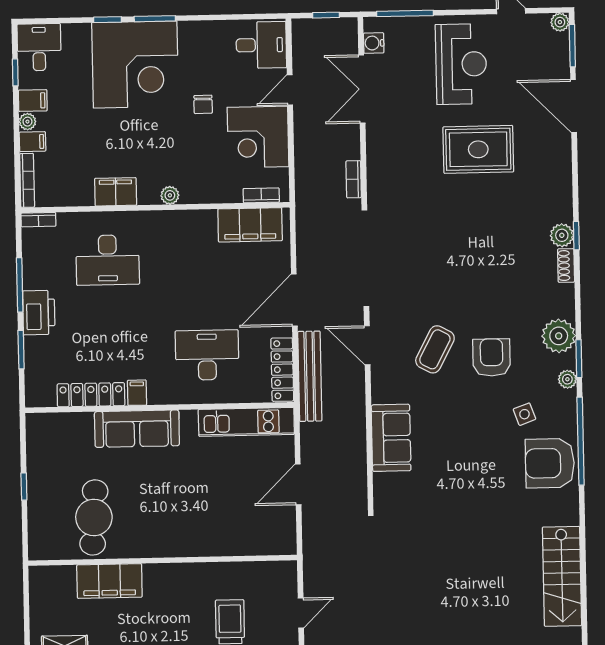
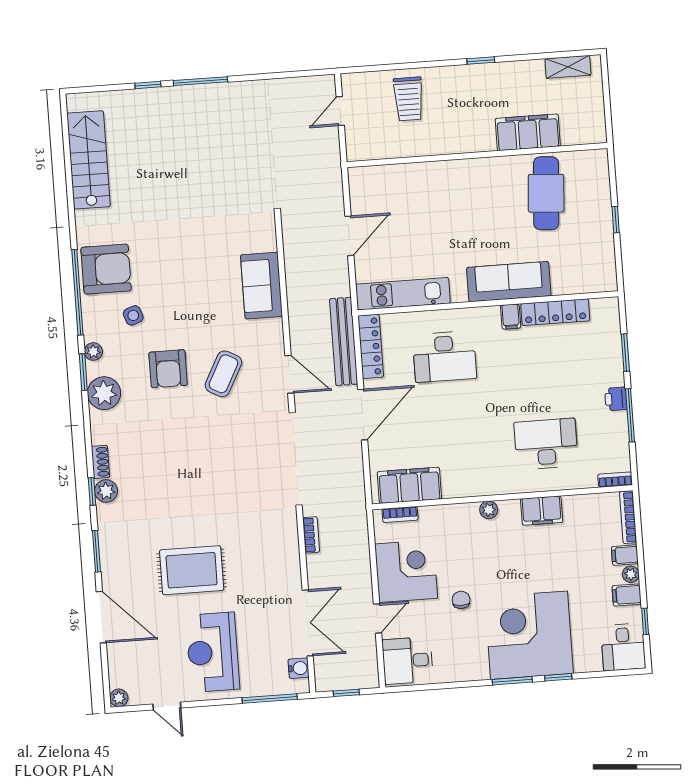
window: (572, 46) -> (96, 551), moved
printer: (39, 313) -> (616, 399), width x0.53, depth x0.68

